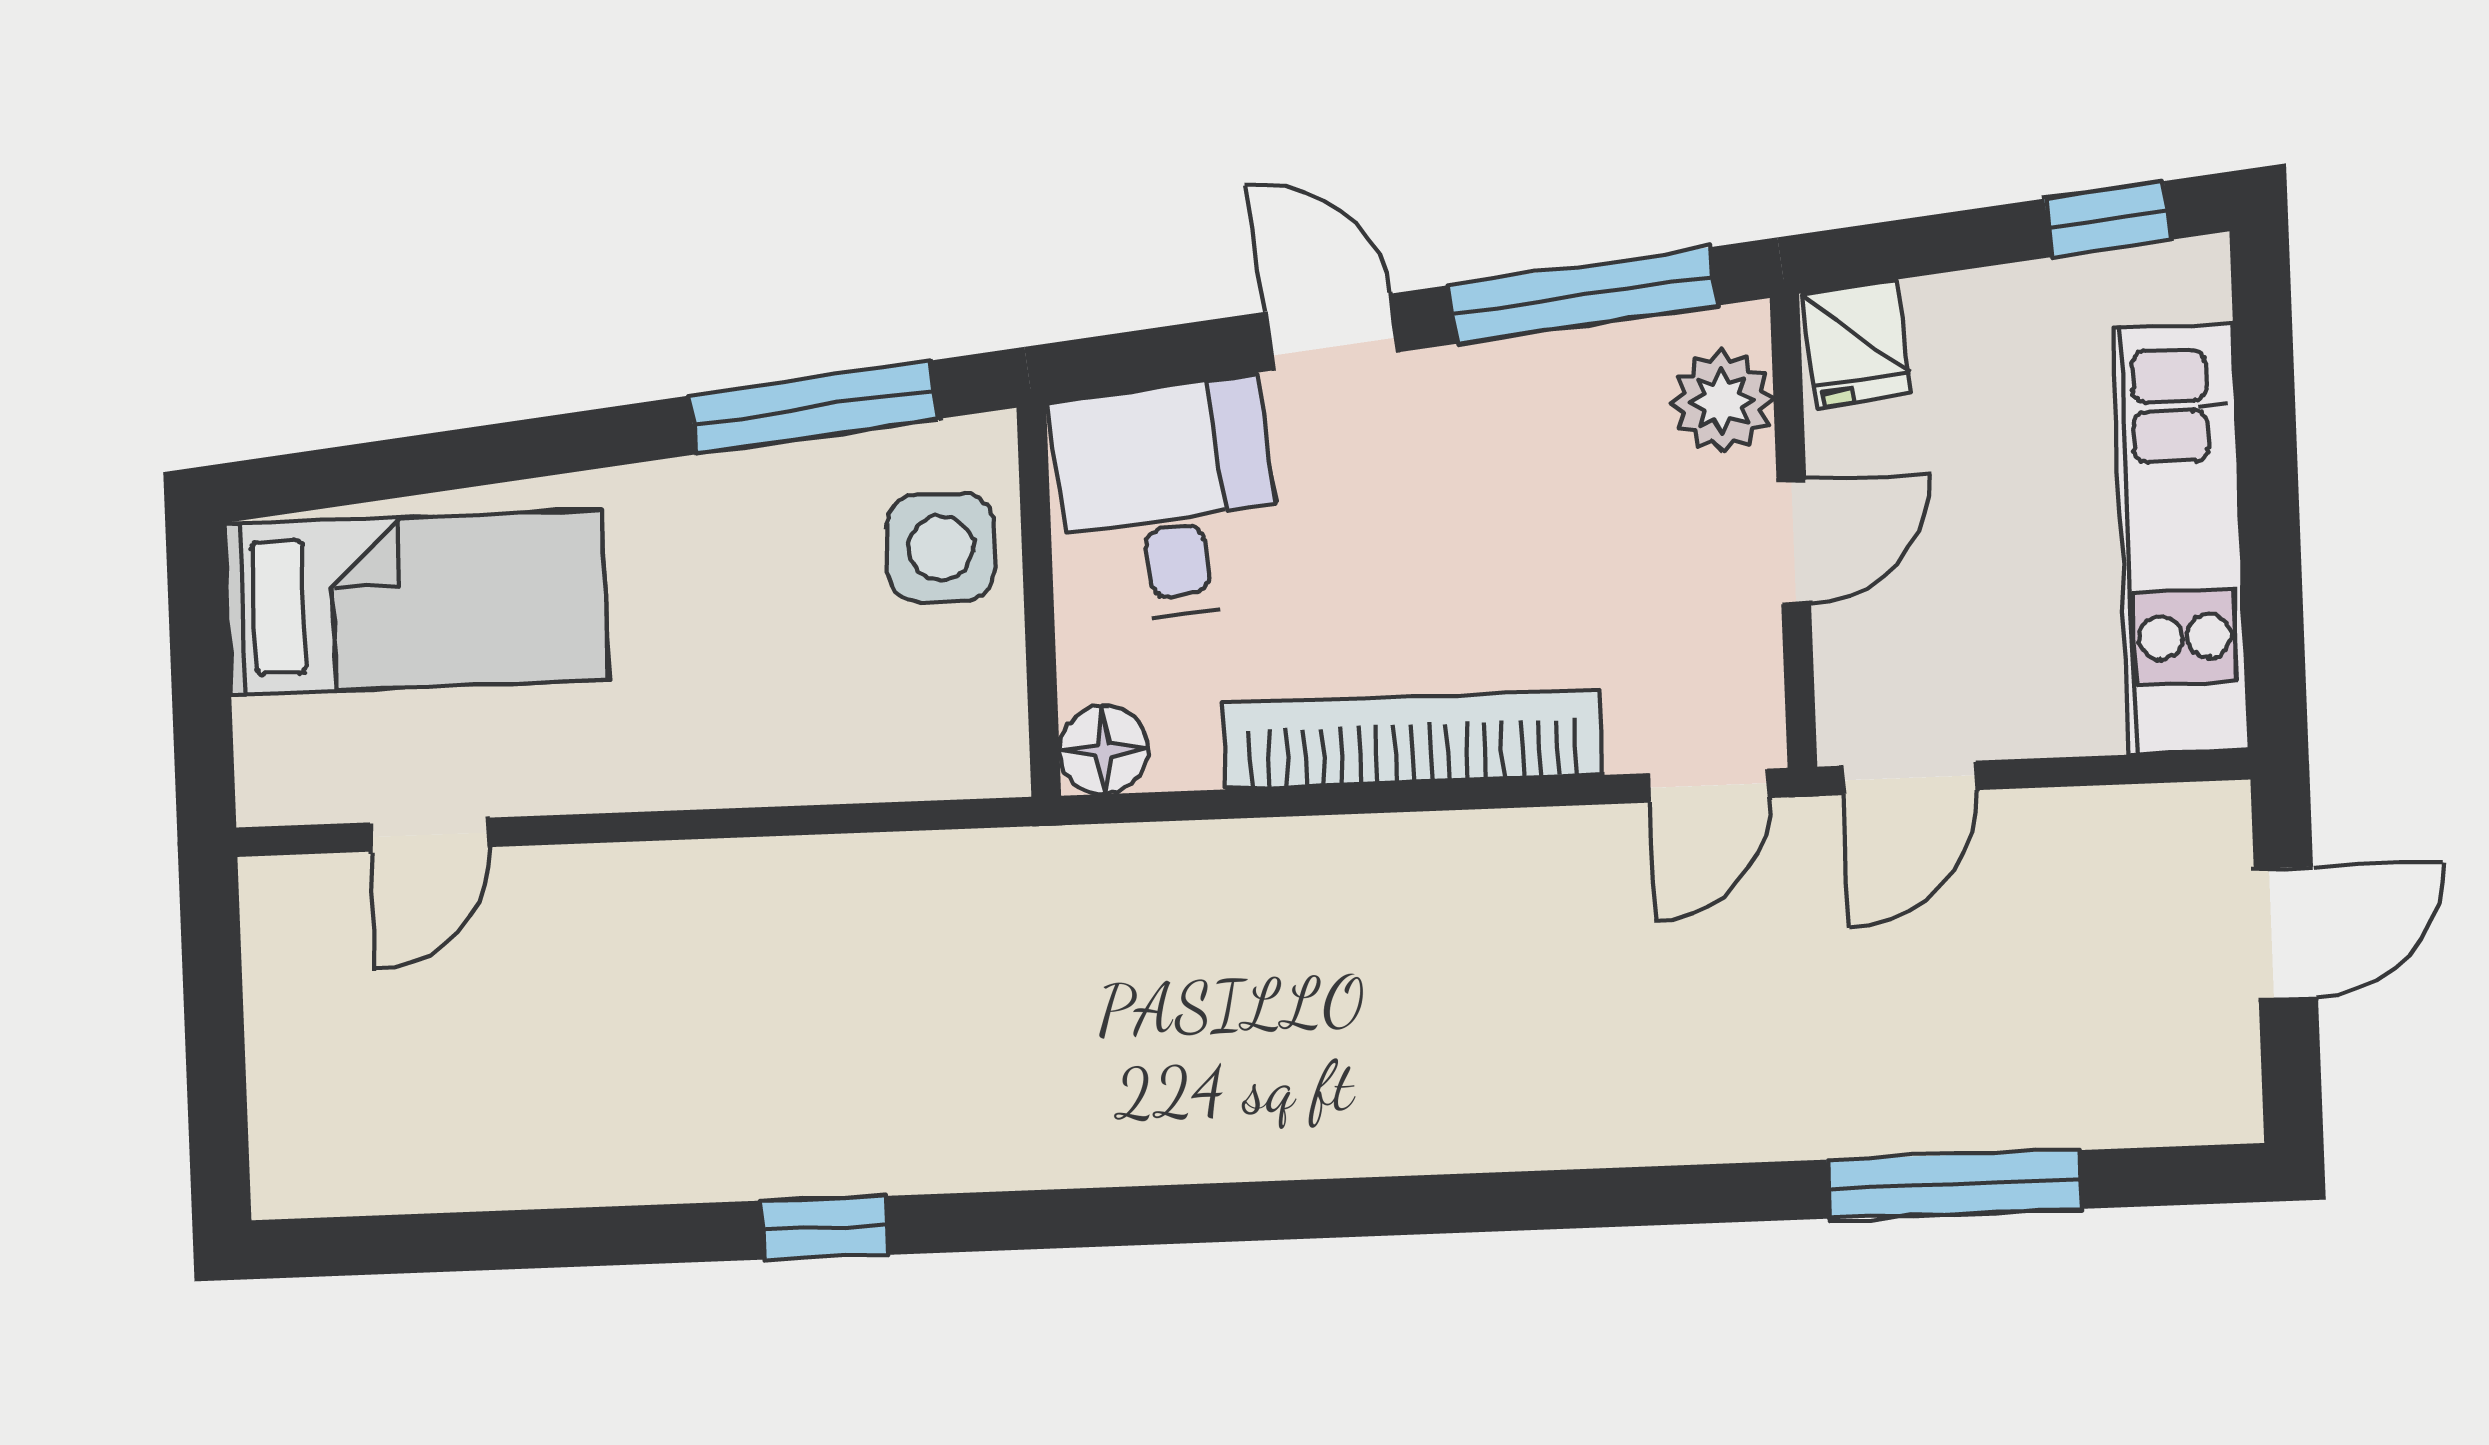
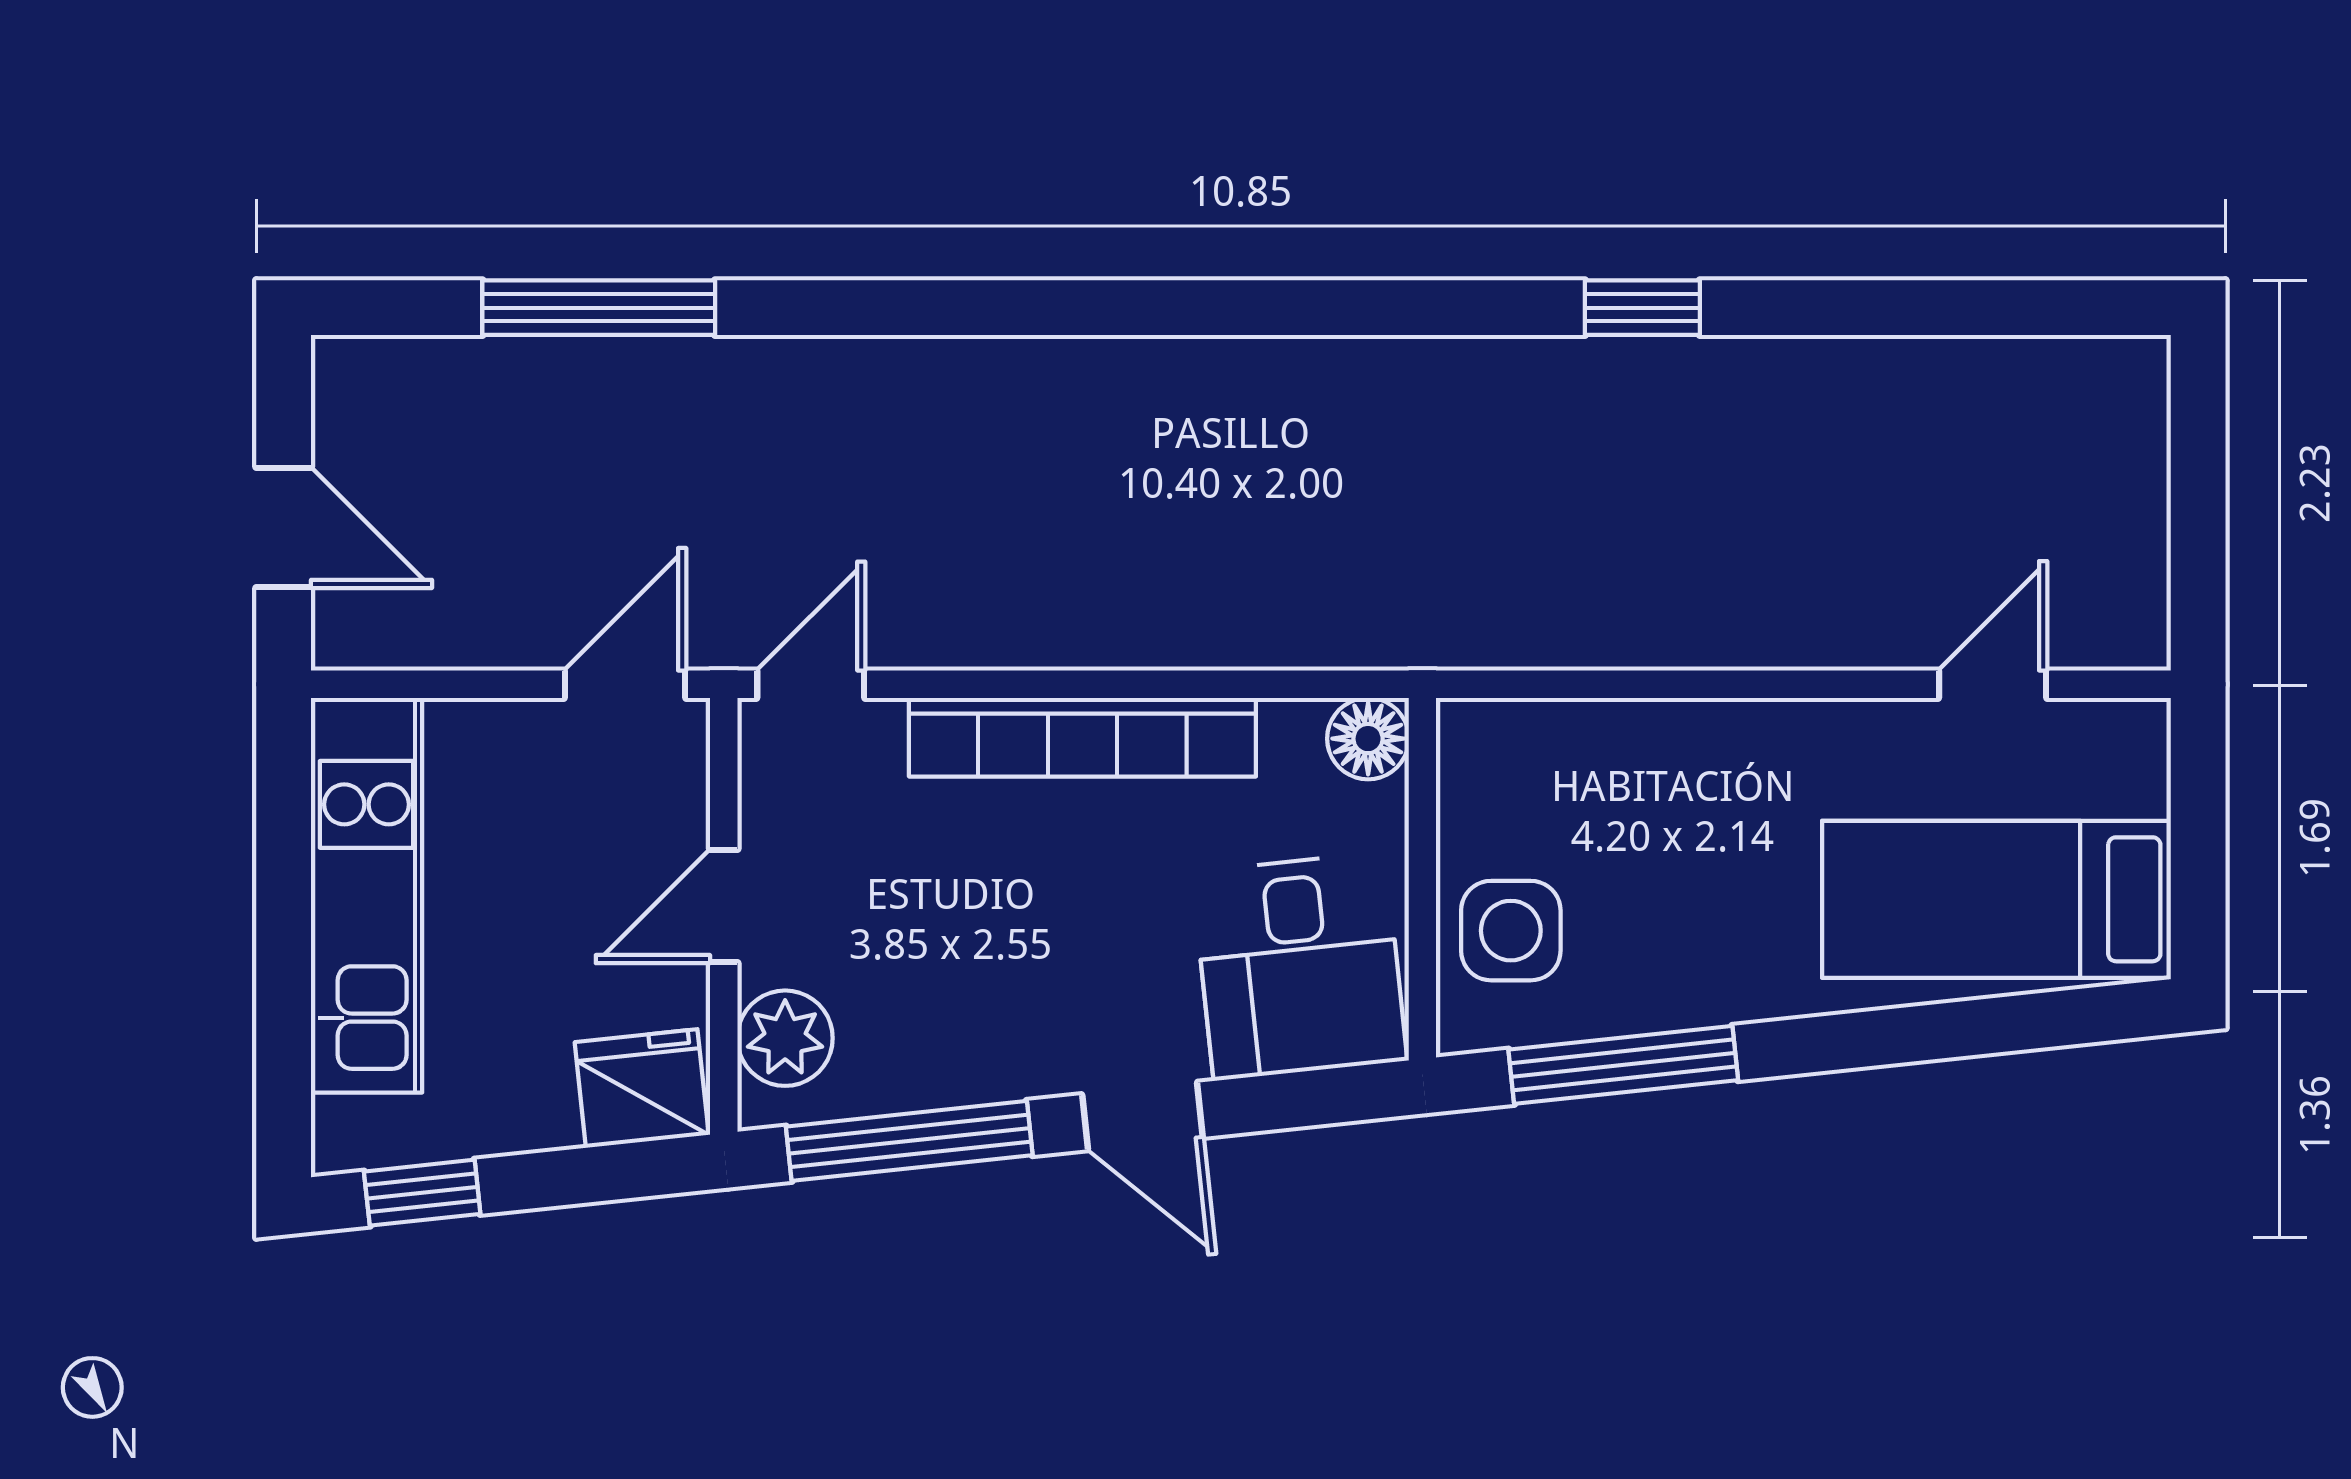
fridge: (1857, 344) -> (642, 1088), width x1.38
door: (2286, 933) -> (284, 527), swing flipped

